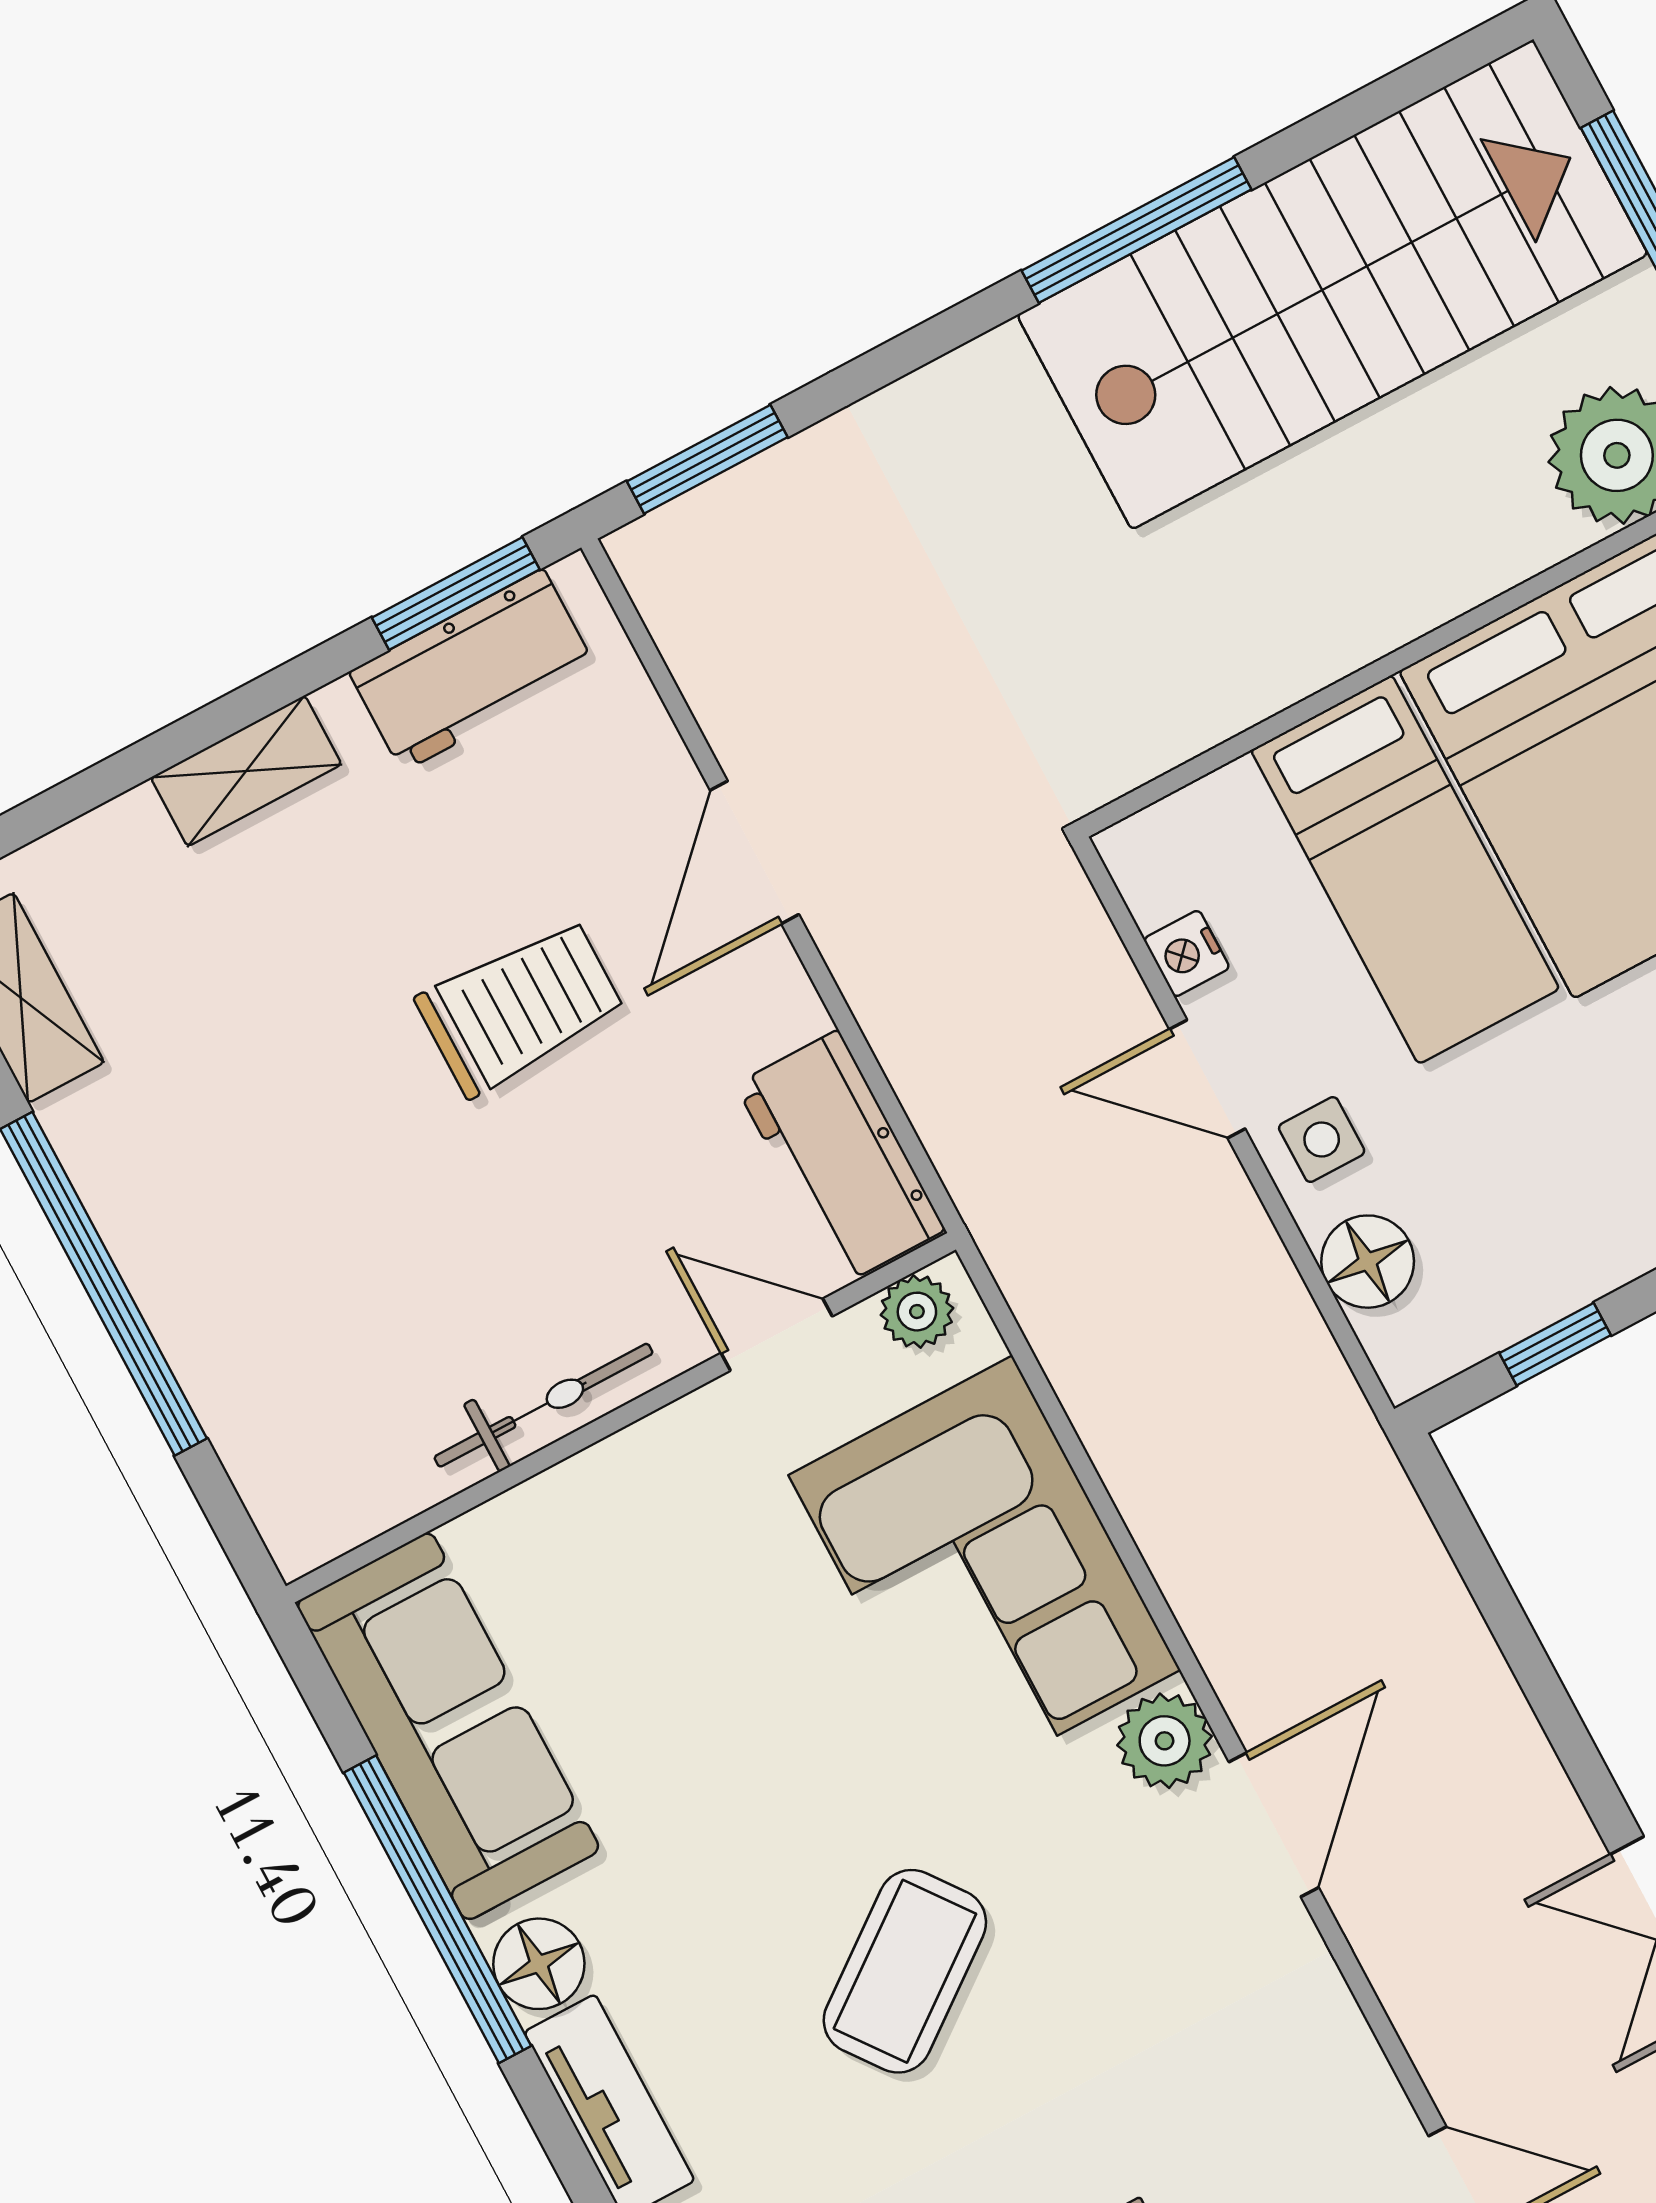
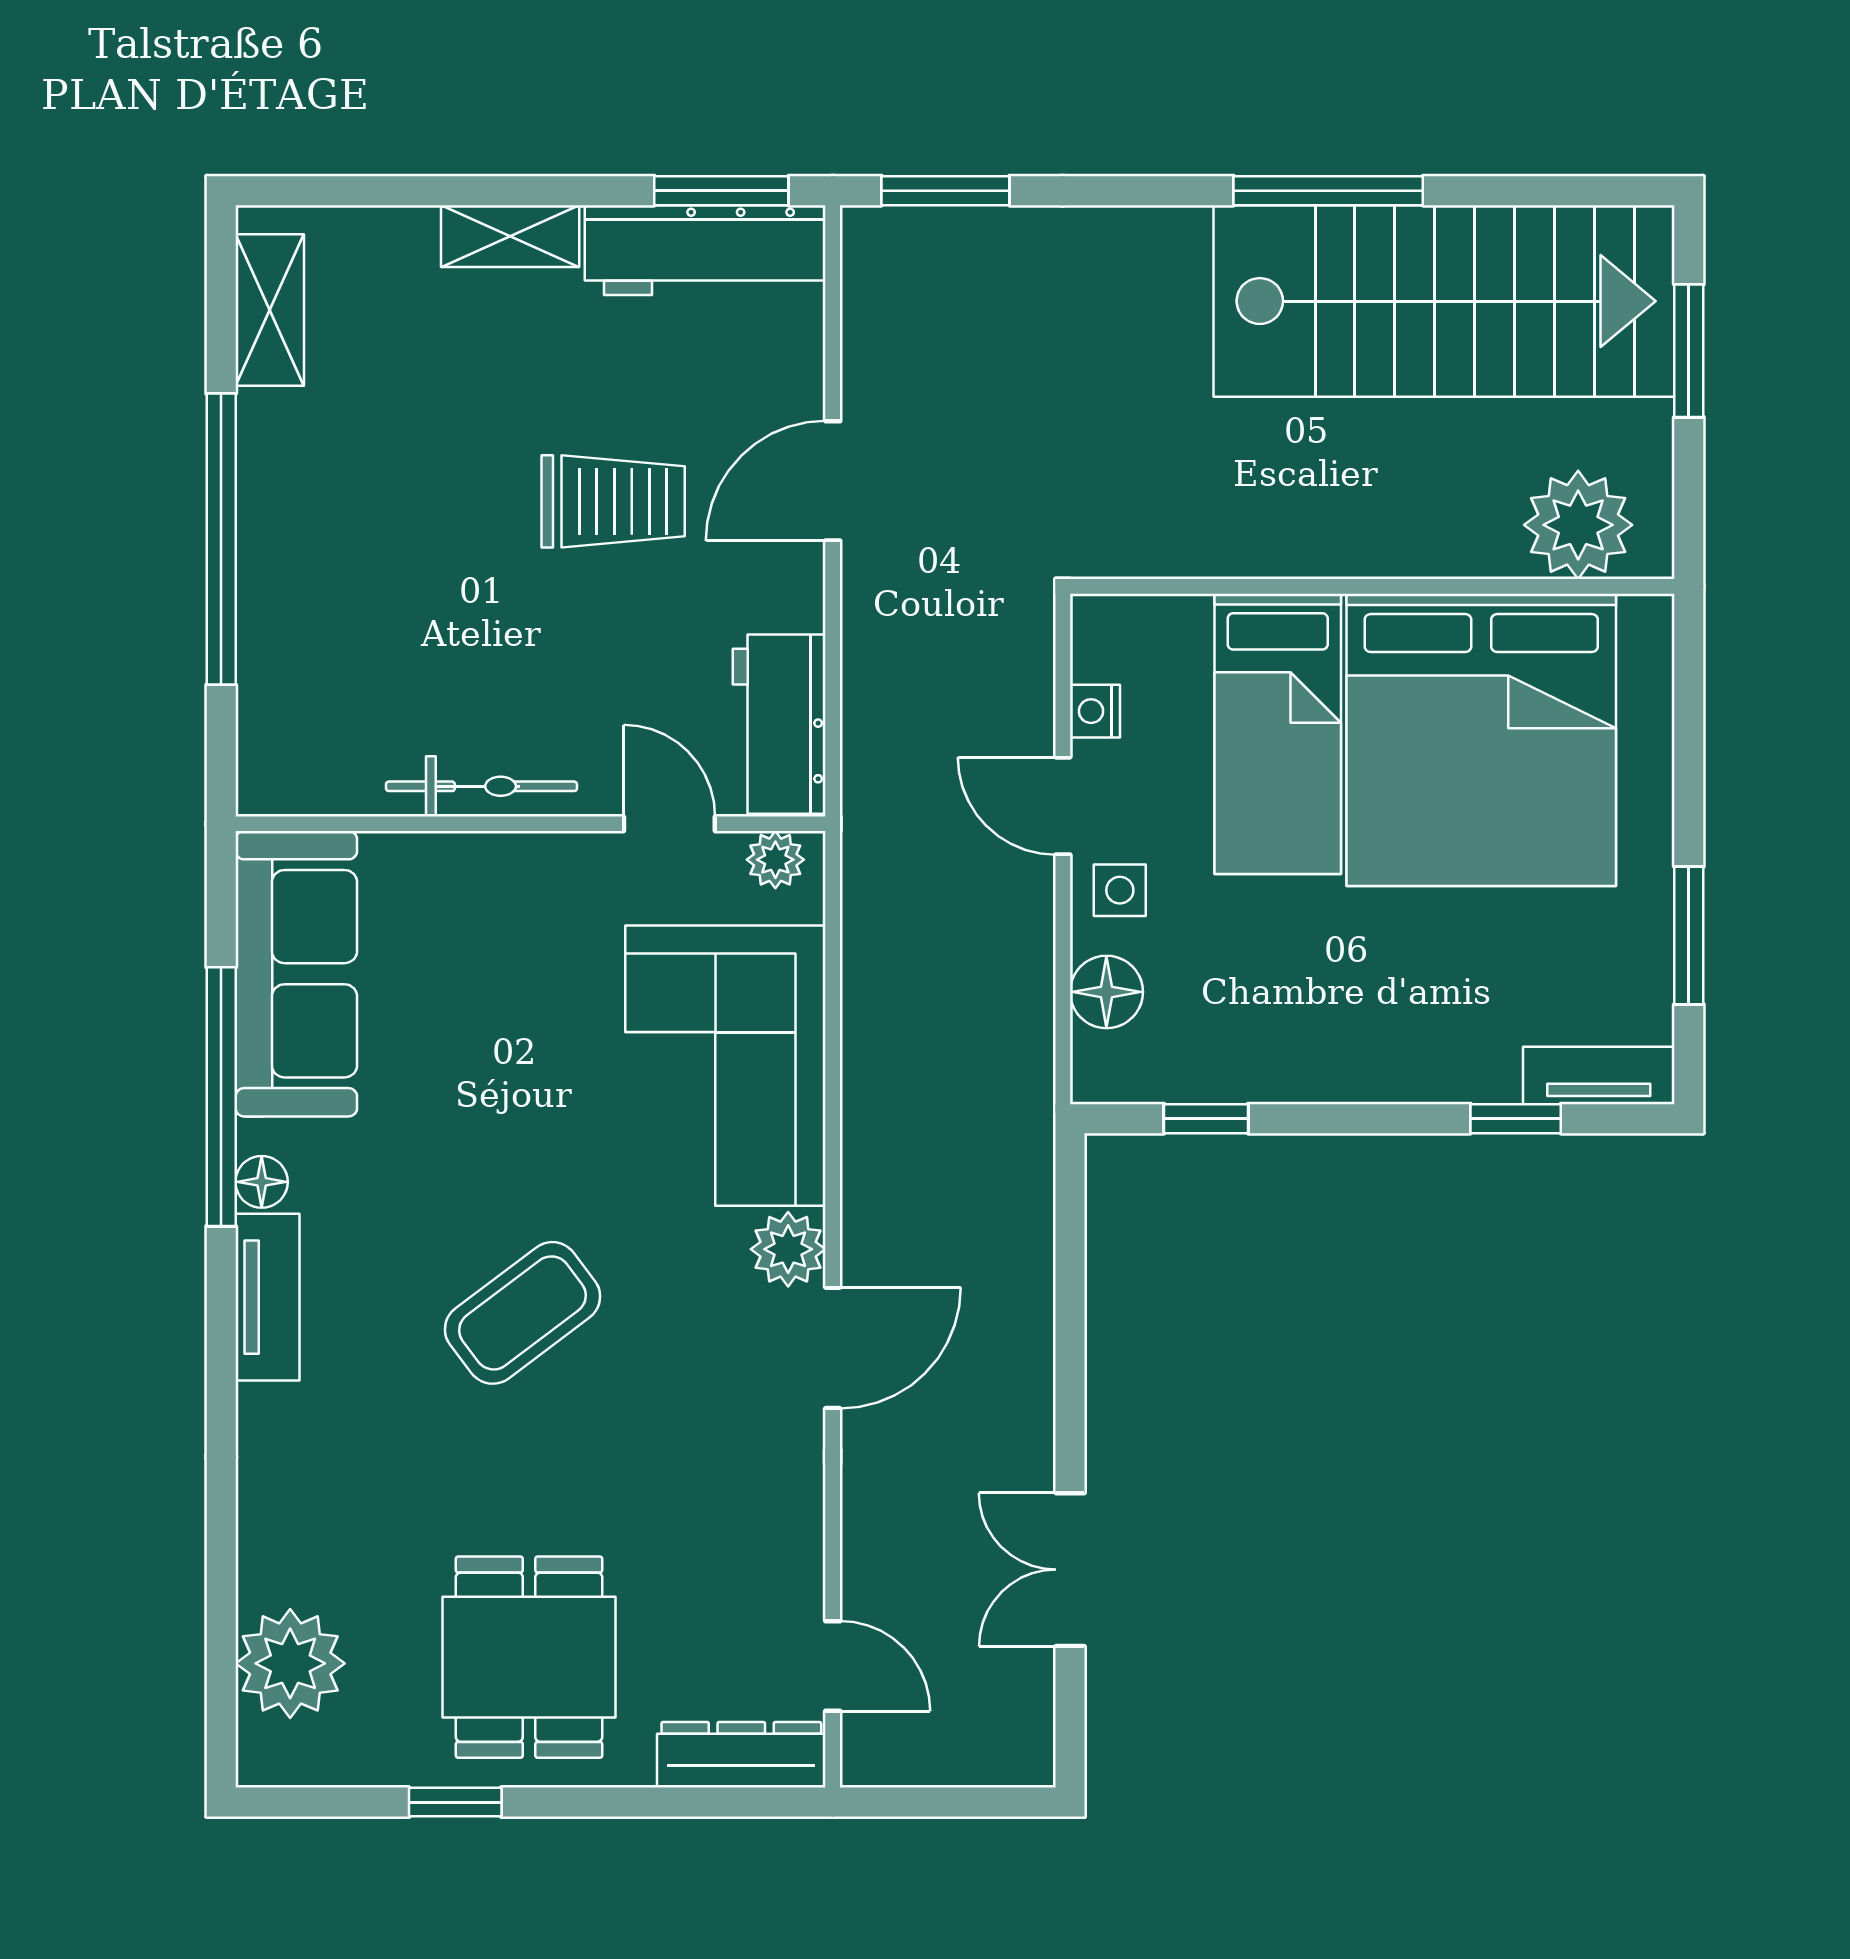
workbench: (473, 670) -> (705, 250), width x1.37
floor lamp: (539, 1964) -> (262, 1182), width x0.73, depth x0.73

